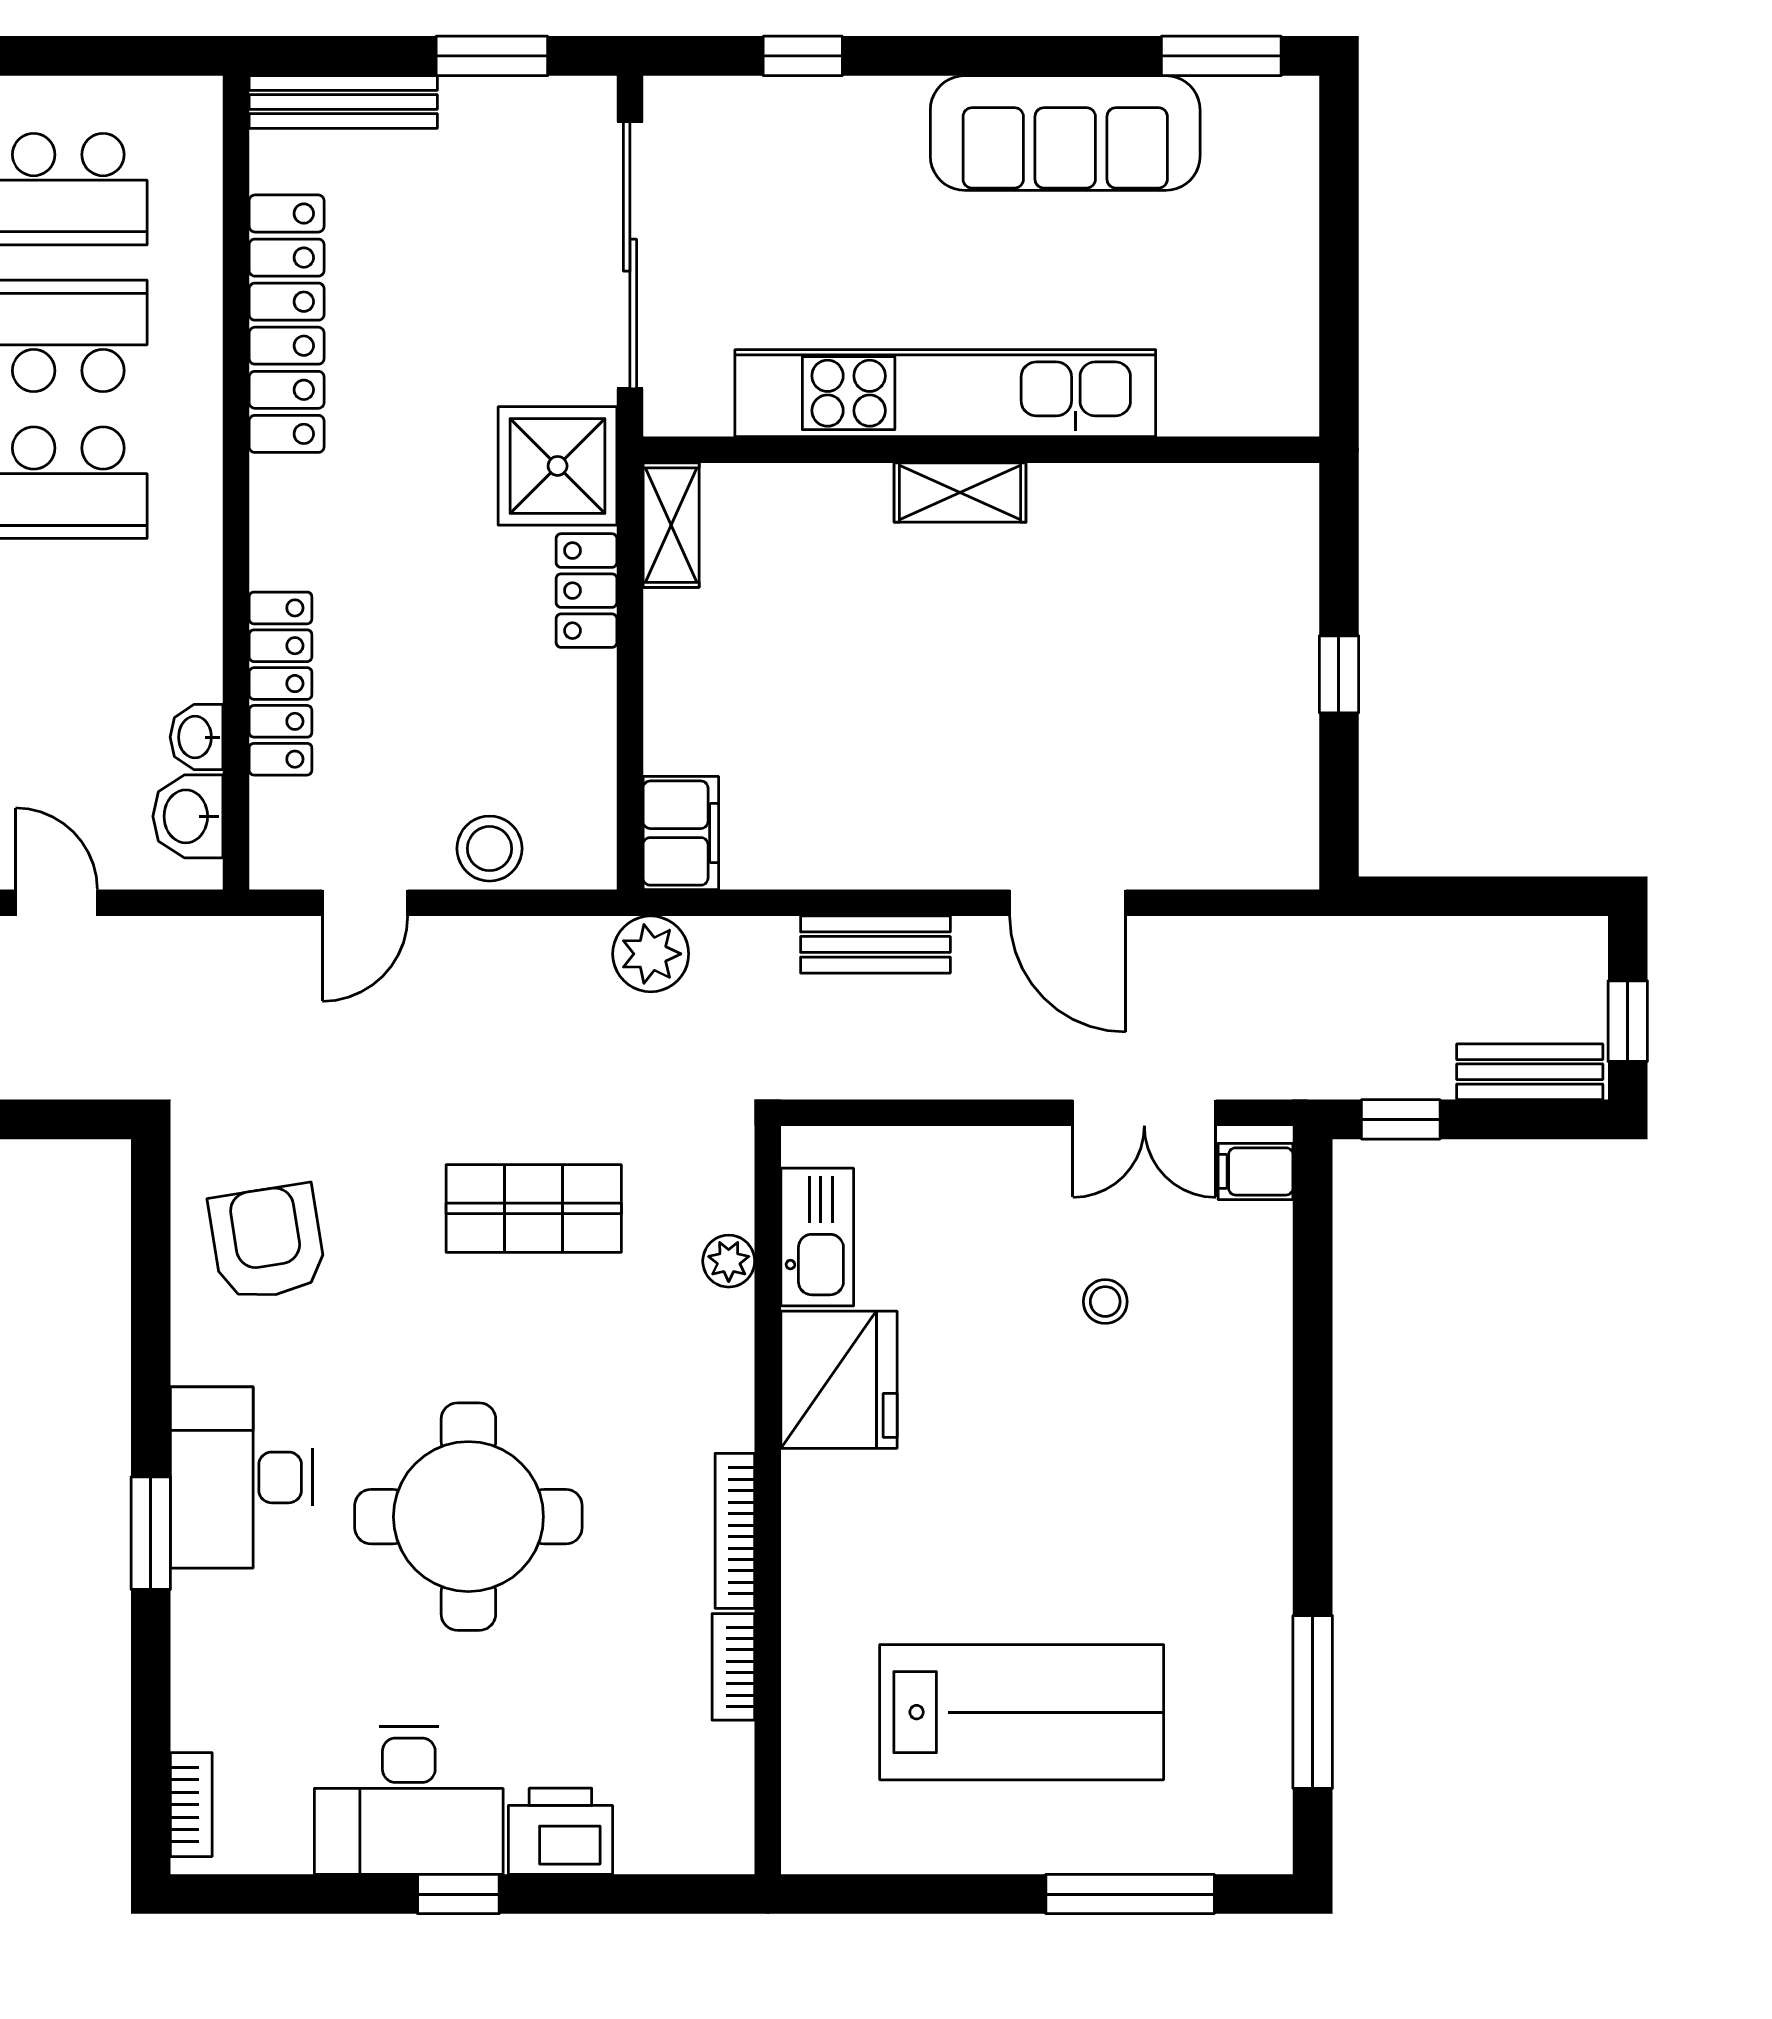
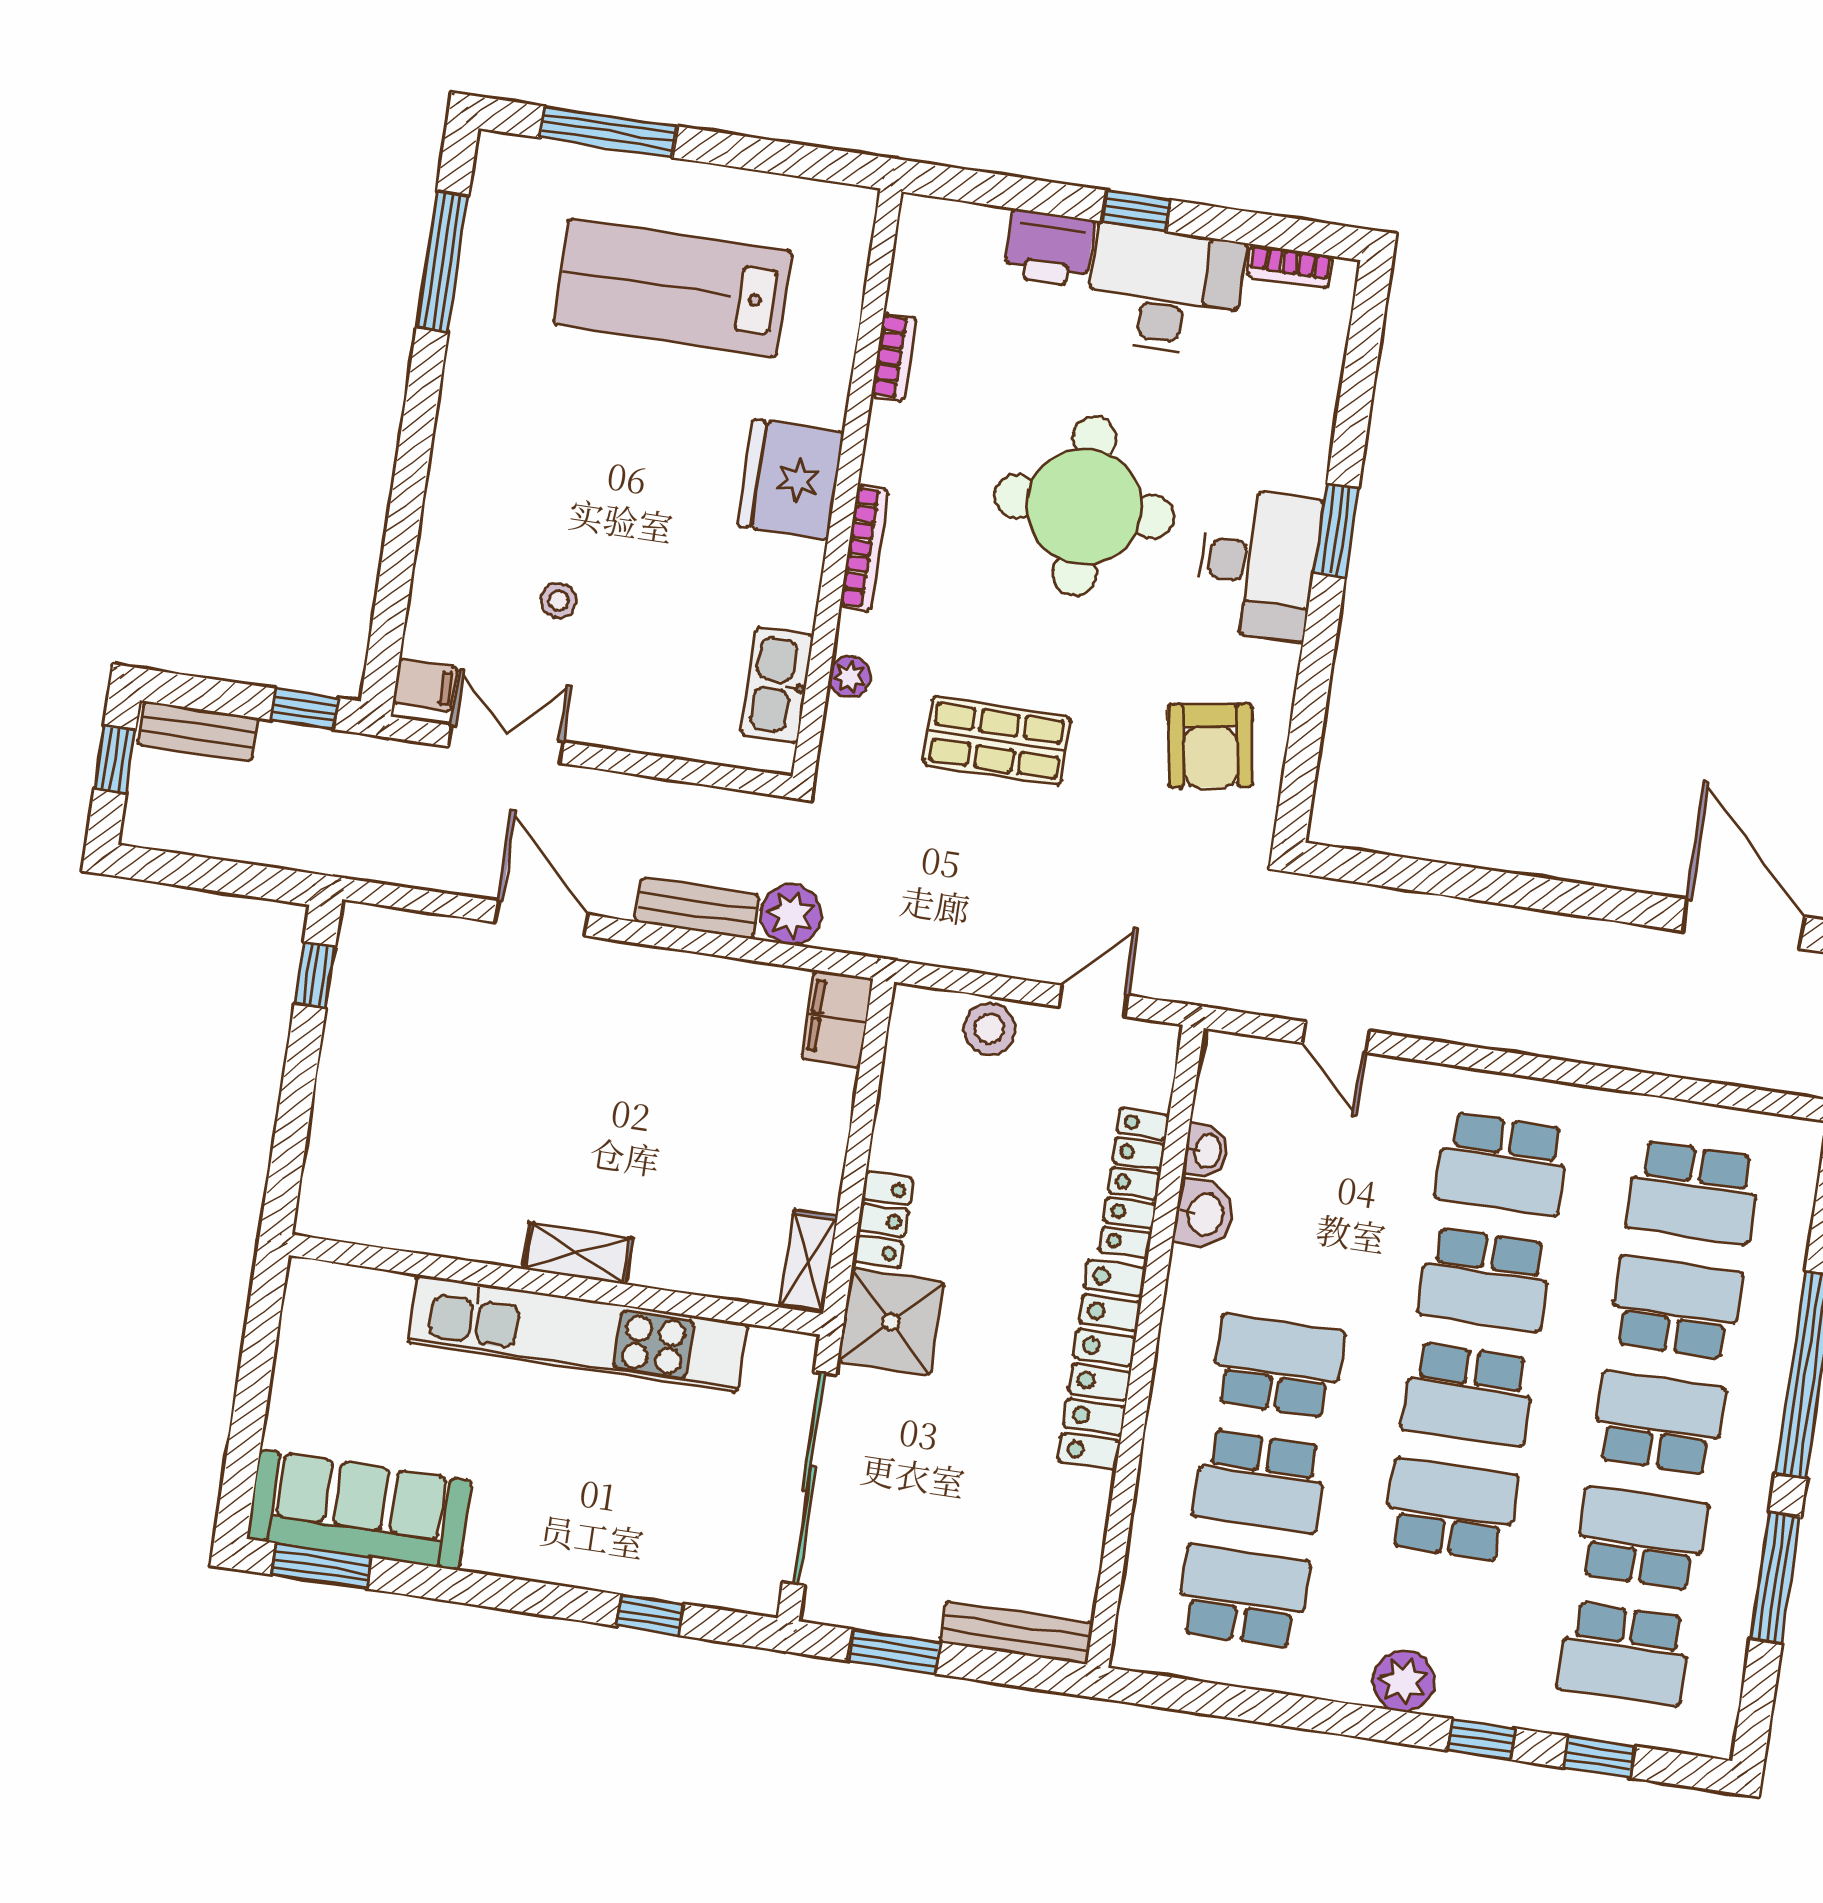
sofa: (1065, 133) -> (359, 1510), moved
locker: (287, 324) -> (1102, 1365), moved
window: (1339, 674) -> (315, 975), moved
washbasin: (188, 816) -> (1204, 1214), moved
plant: (651, 954) -> (791, 915), moved
fridge: (839, 1380) -> (791, 479), moved
bookcase: (735, 1531) -> (864, 548), moved
bookcase: (191, 1805) -> (1290, 266), moved, turned -90

